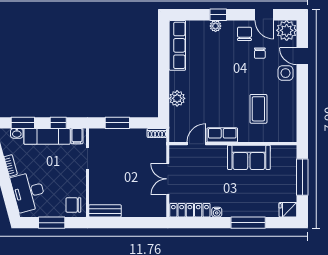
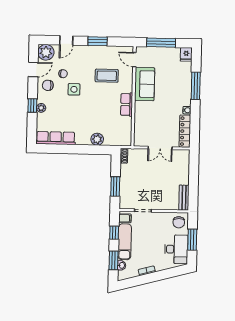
side table: (286, 73) -> (74, 89), moved
window: (302, 96) -> (98, 41), added
door: (196, 144) -> (134, 60), moved
desk: (28, 192) -> (176, 249), moved, turned -75

